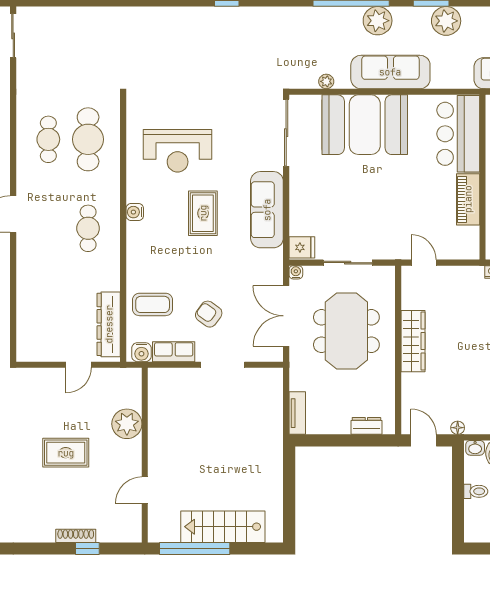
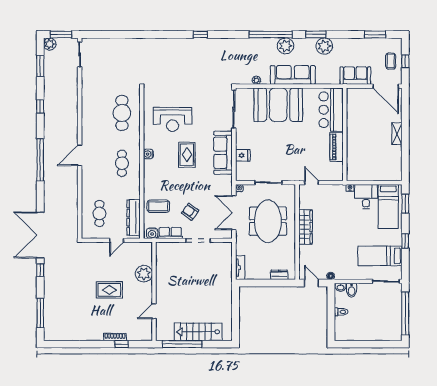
cafe table: (48, 139) -> (99, 213), moved
fridge: (302, 247) -> (243, 155), moved

